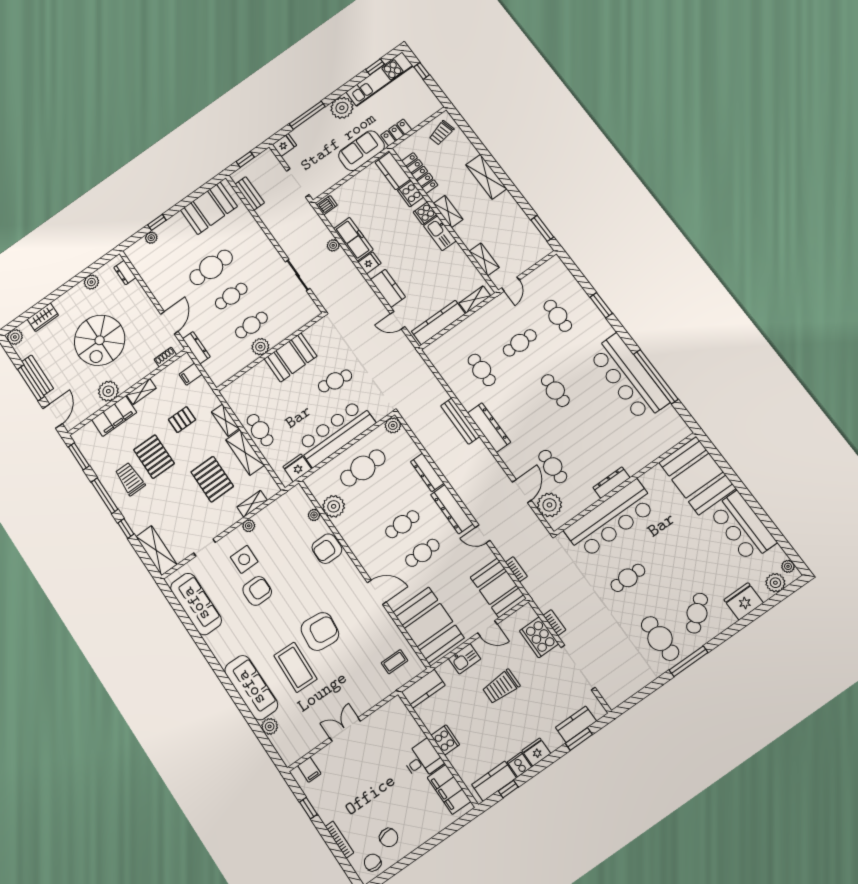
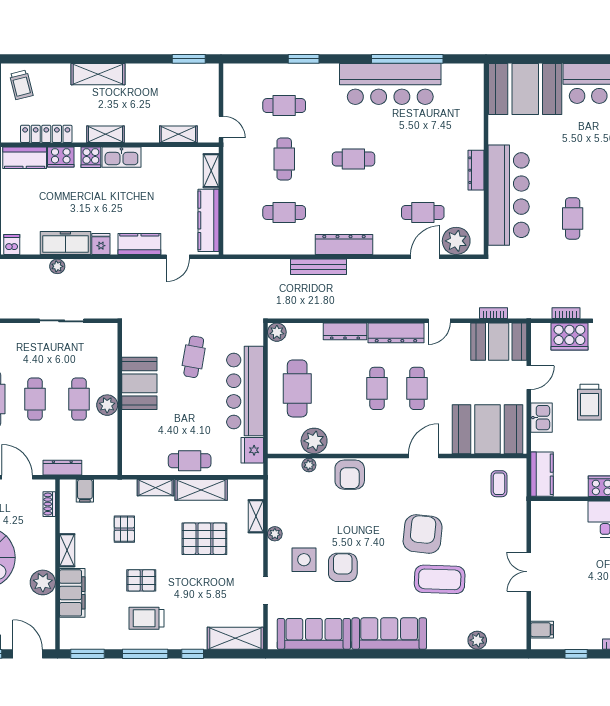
pallet: (154, 457) -> (141, 580), width x0.67, depth x0.71
door: (522, 491) -> (425, 257), hinge flipped
sofa: (251, 688) -> (389, 634), moved

